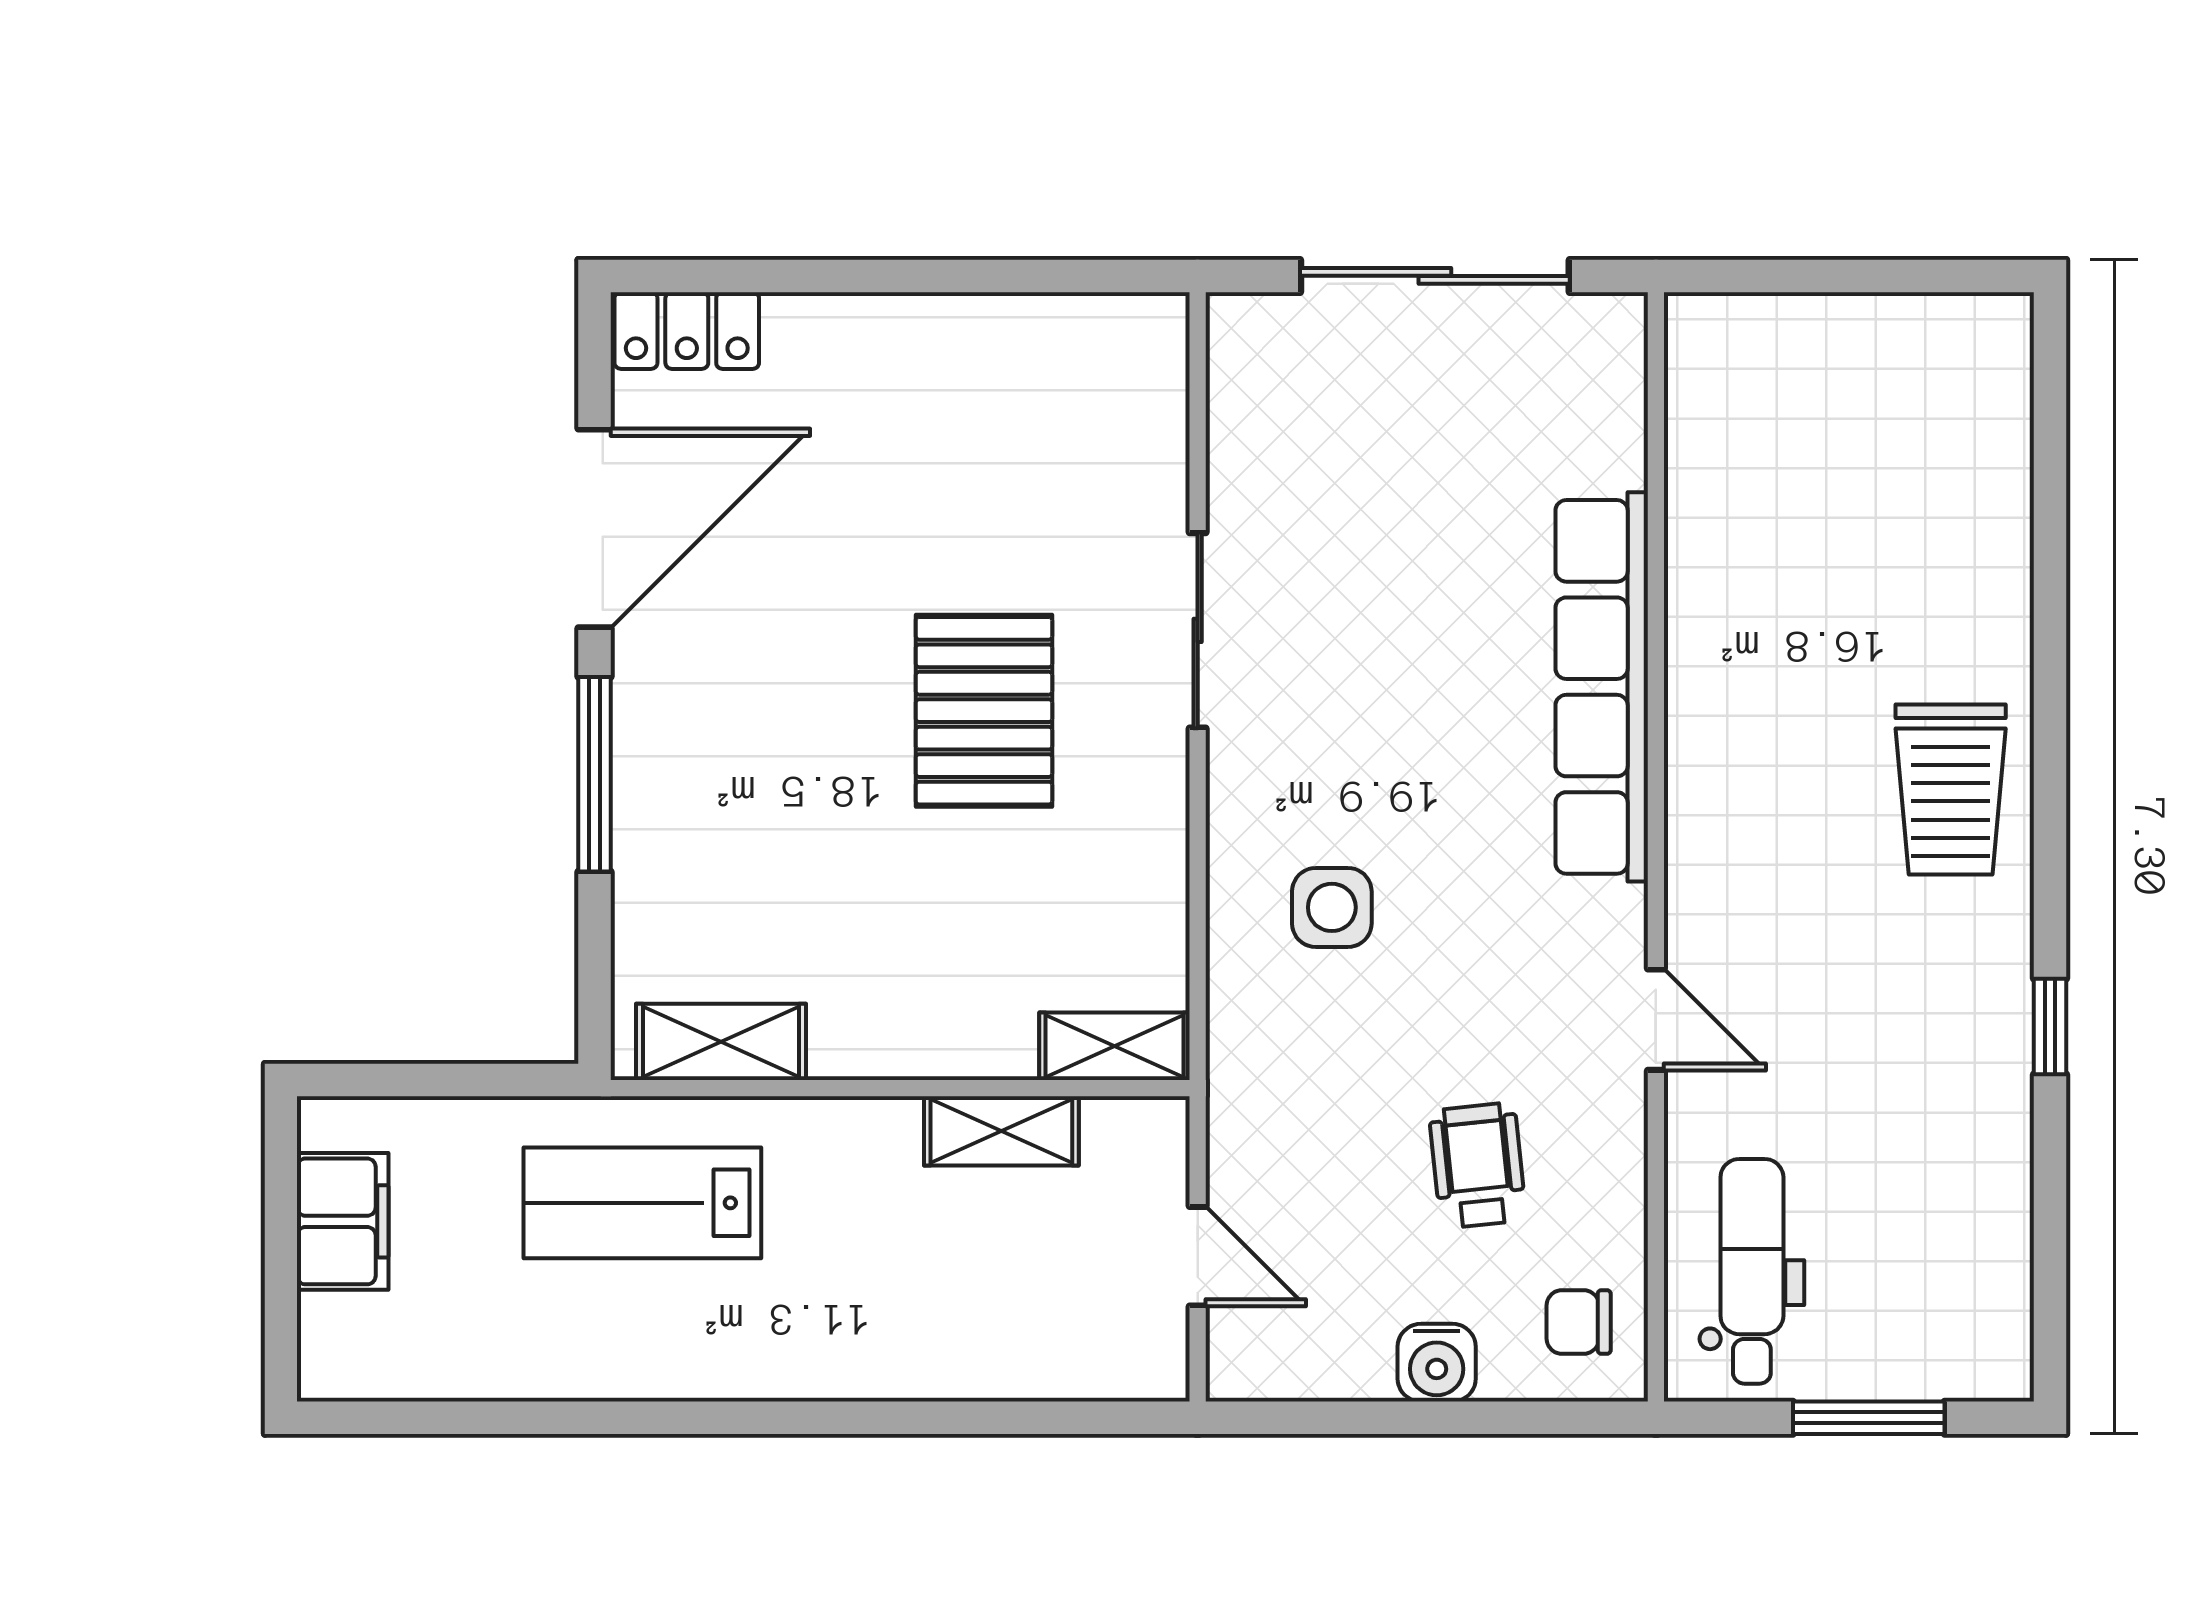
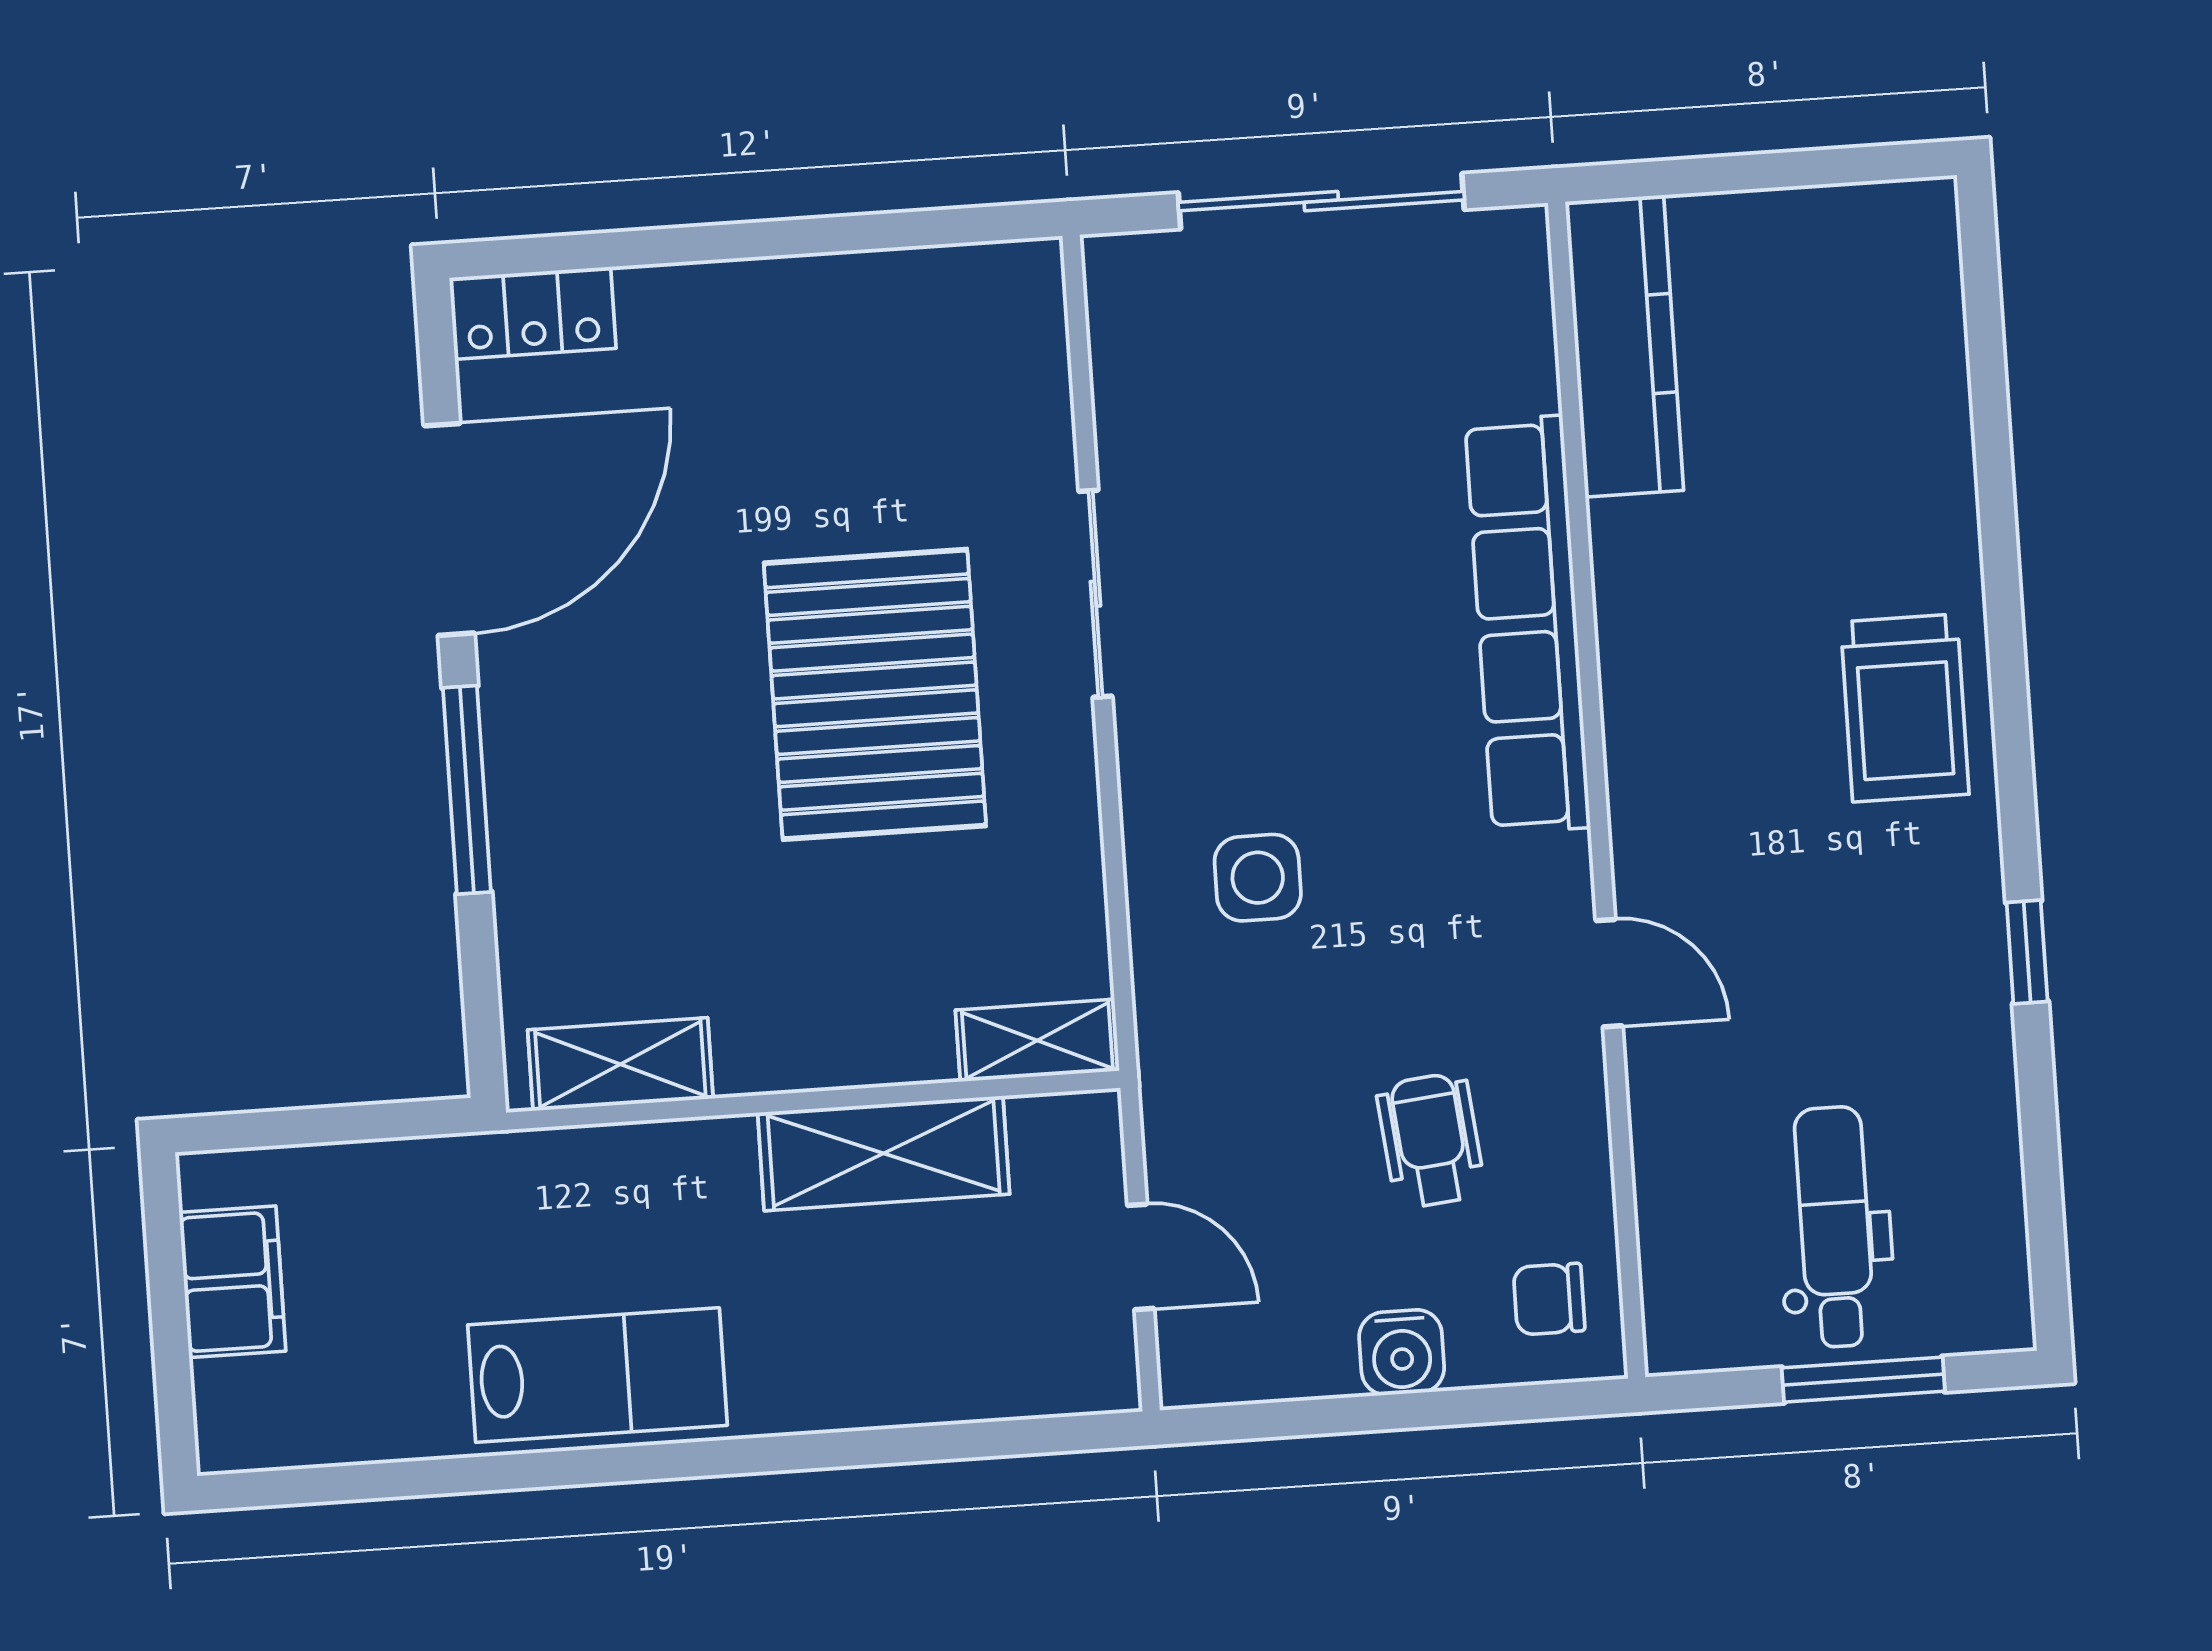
kitchen counter: (1710, 431) -> (1624, 346), added
pallet: (984, 711) -> (875, 694), width x1.37, depth x1.41
shelving: (1001, 1131) -> (884, 1153), width x1.50, depth x1.33
lab bench: (642, 1203) -> (597, 1375), moved, turned 180
dental chair: (1752, 1271) -> (1835, 1227), moved

